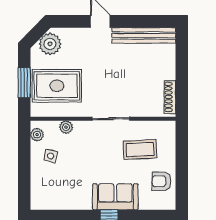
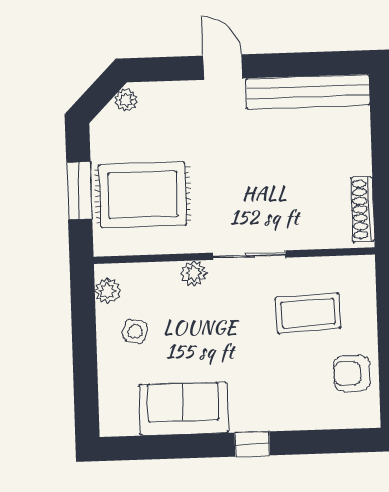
plant: (50, 44) -> (126, 100), width x0.53, depth x0.53
plant: (66, 127) -> (194, 273), moved
sofa: (115, 197) -> (183, 409), moved

